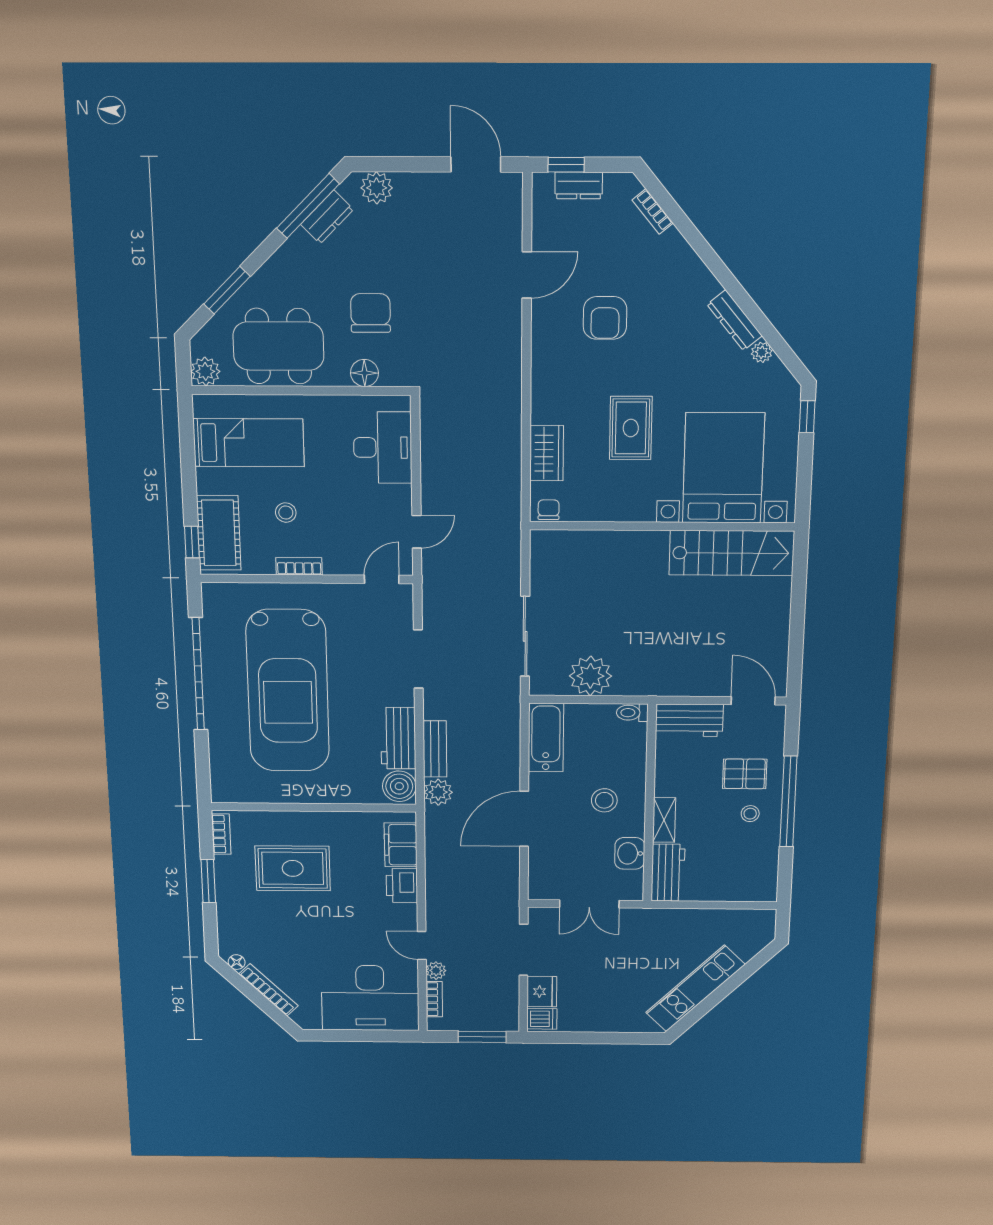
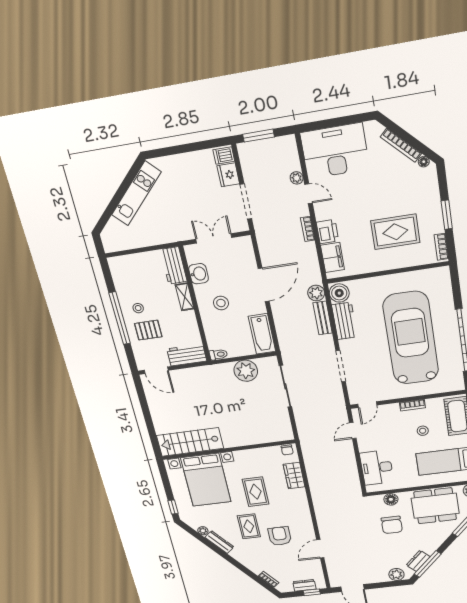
rug: (664, 350) -> (249, 526), added
bookcase: (434, 999) -> (308, 229), moved

